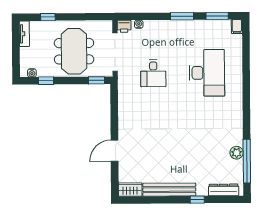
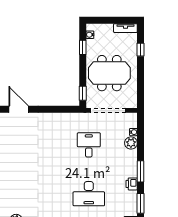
printer: (124, 26) -> (132, 184), moved
plant: (151, 27) -> (131, 143), added
desk: (153, 73) -> (89, 145), turned 90
desk: (207, 73) -> (89, 194), width x0.73, depth x0.77

